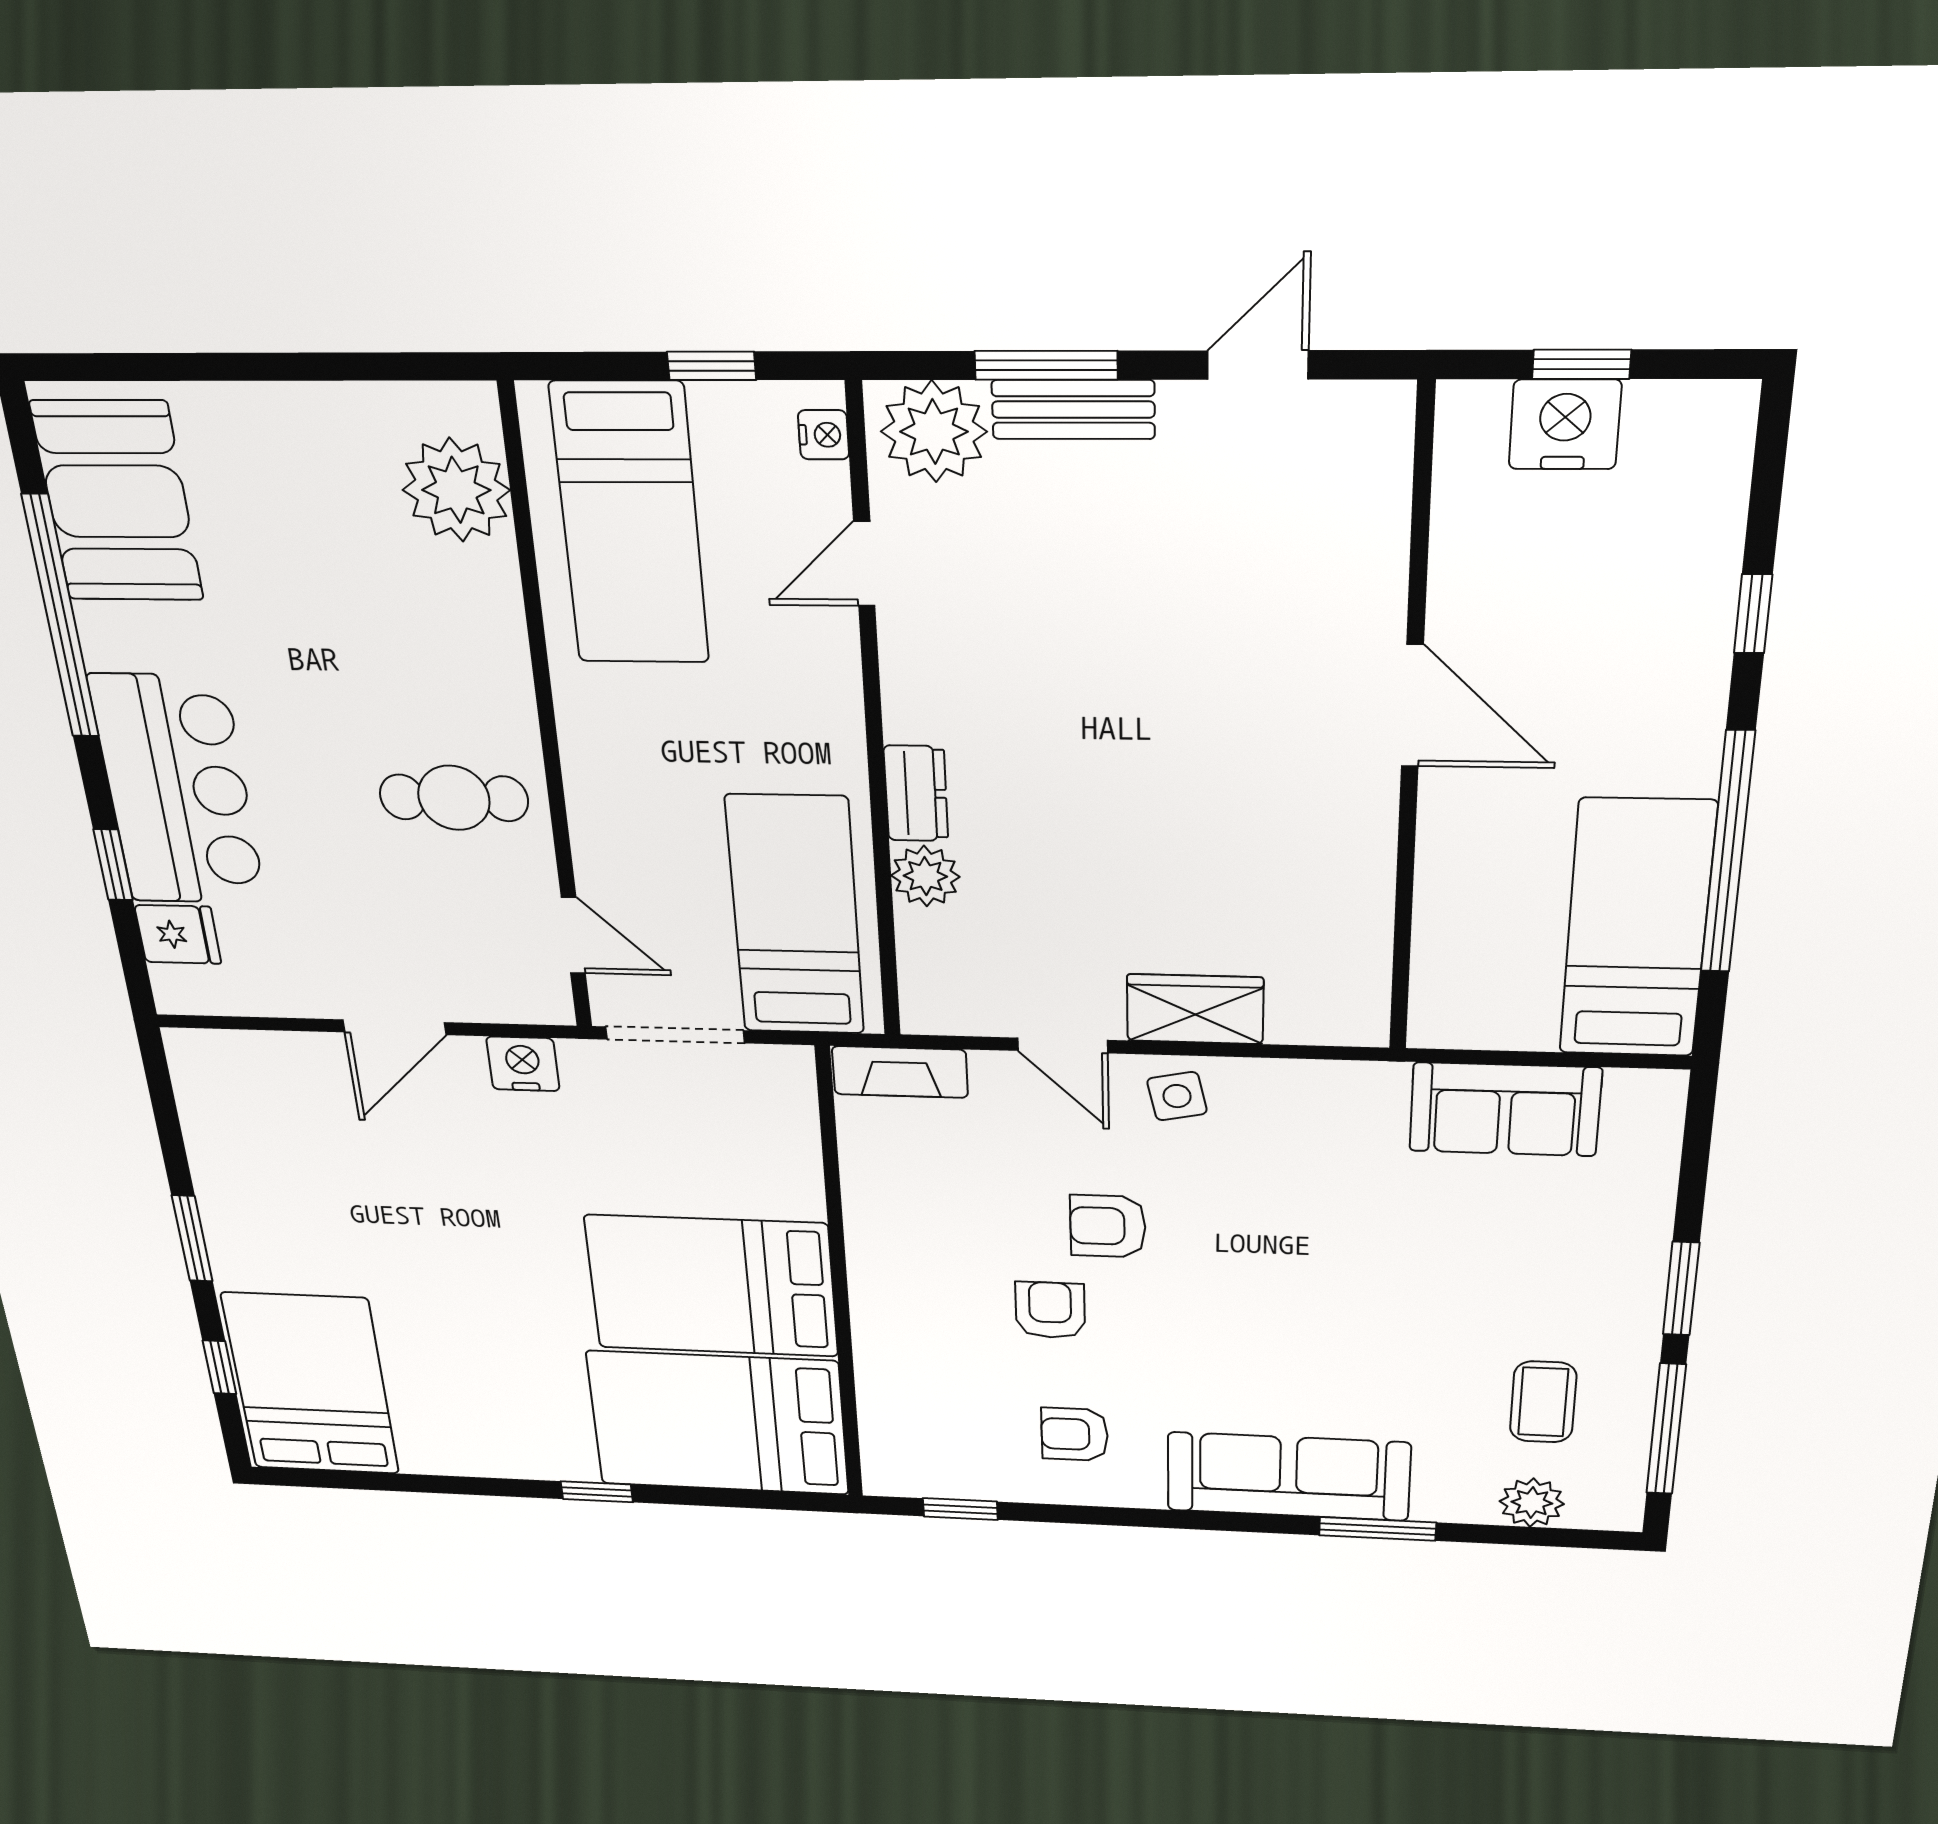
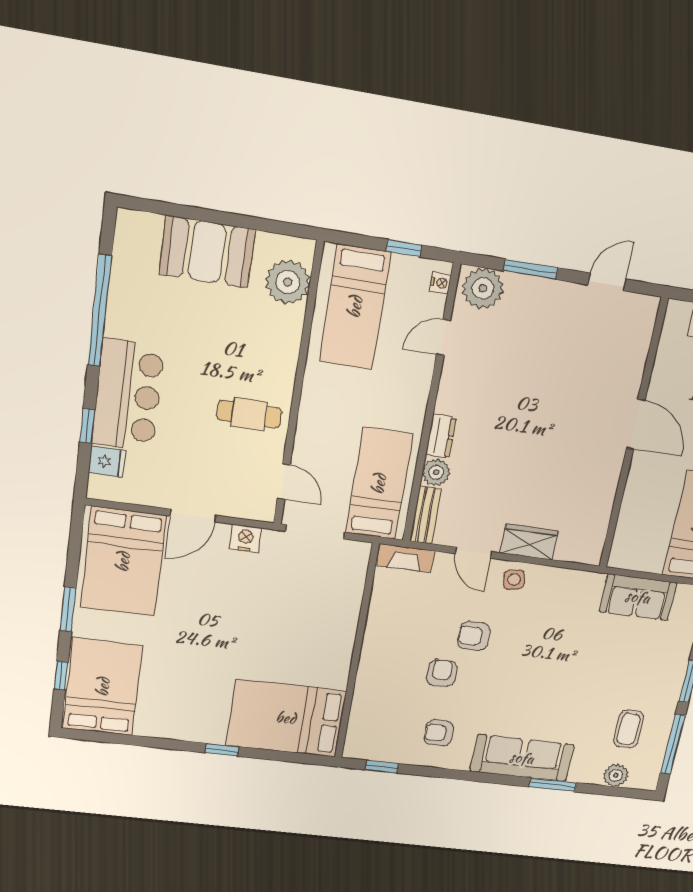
bench: (1073, 410) -> (425, 515), moved, turned 90
booth: (117, 501) -> (207, 252), moved, turned 90
bed: (712, 1286) -> (123, 562), moved, turned -90

